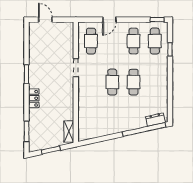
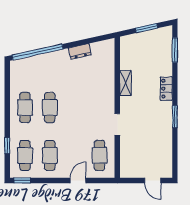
cafe table: (112, 82) -> (25, 107), moved
dresser: (156, 120) -> (80, 51), moved
shelving: (69, 132) -> (126, 83), moved

